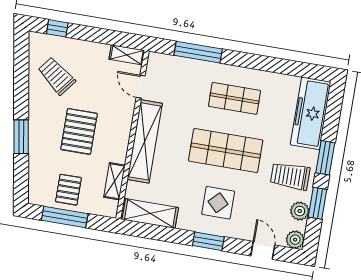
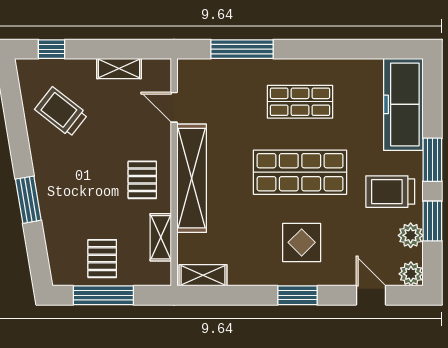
shelving: (127, 55) -> (119, 69), moved
pallet: (79, 131) -> (142, 180), moved, width x0.67, depth x0.71
shelving: (150, 213) -> (203, 275), width x0.67, depth x0.75

